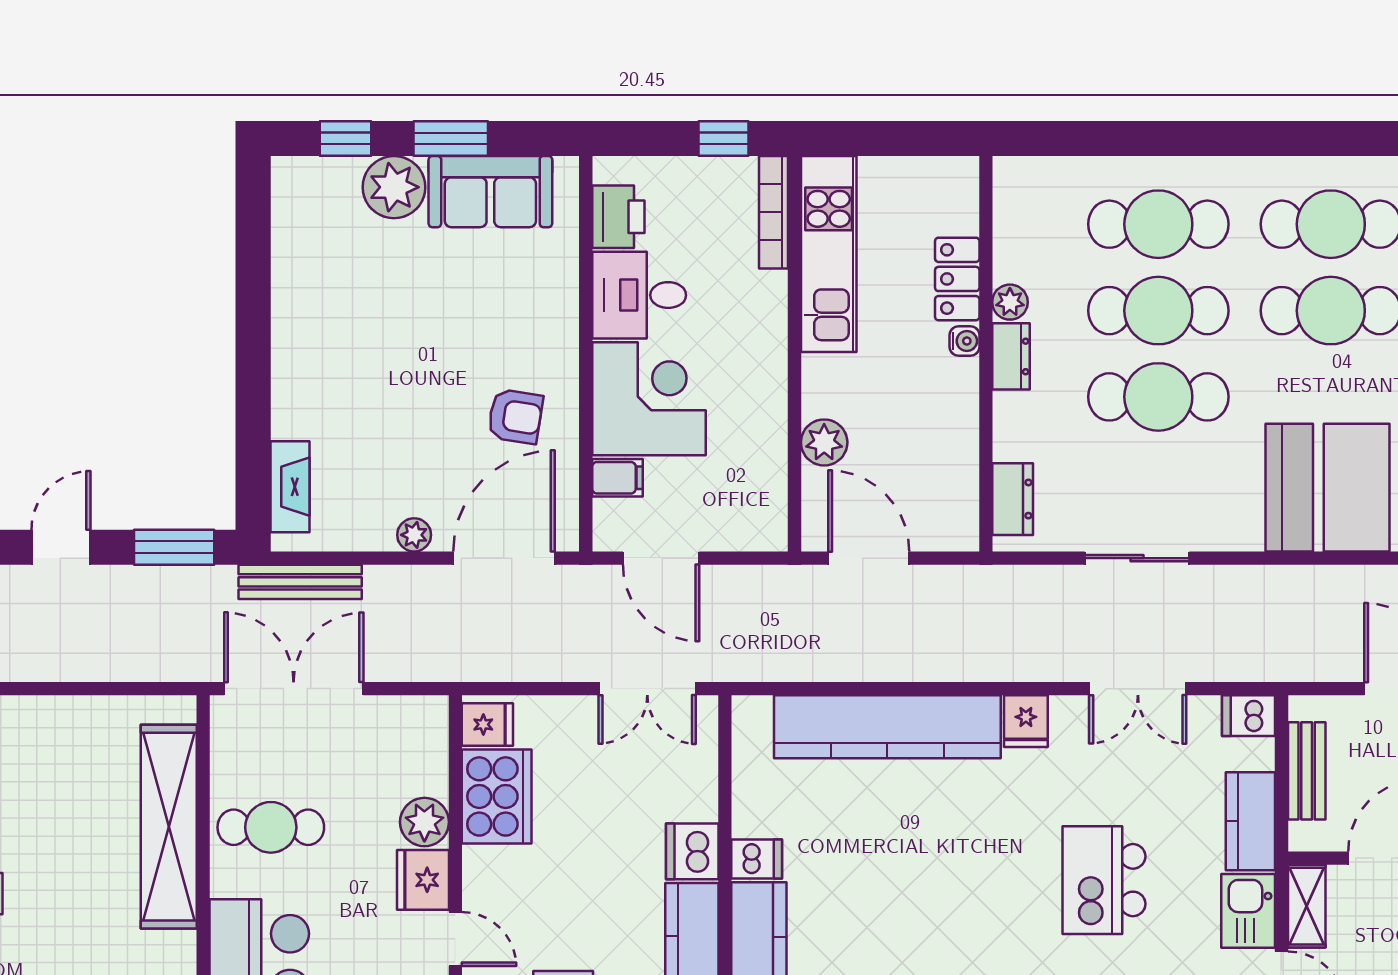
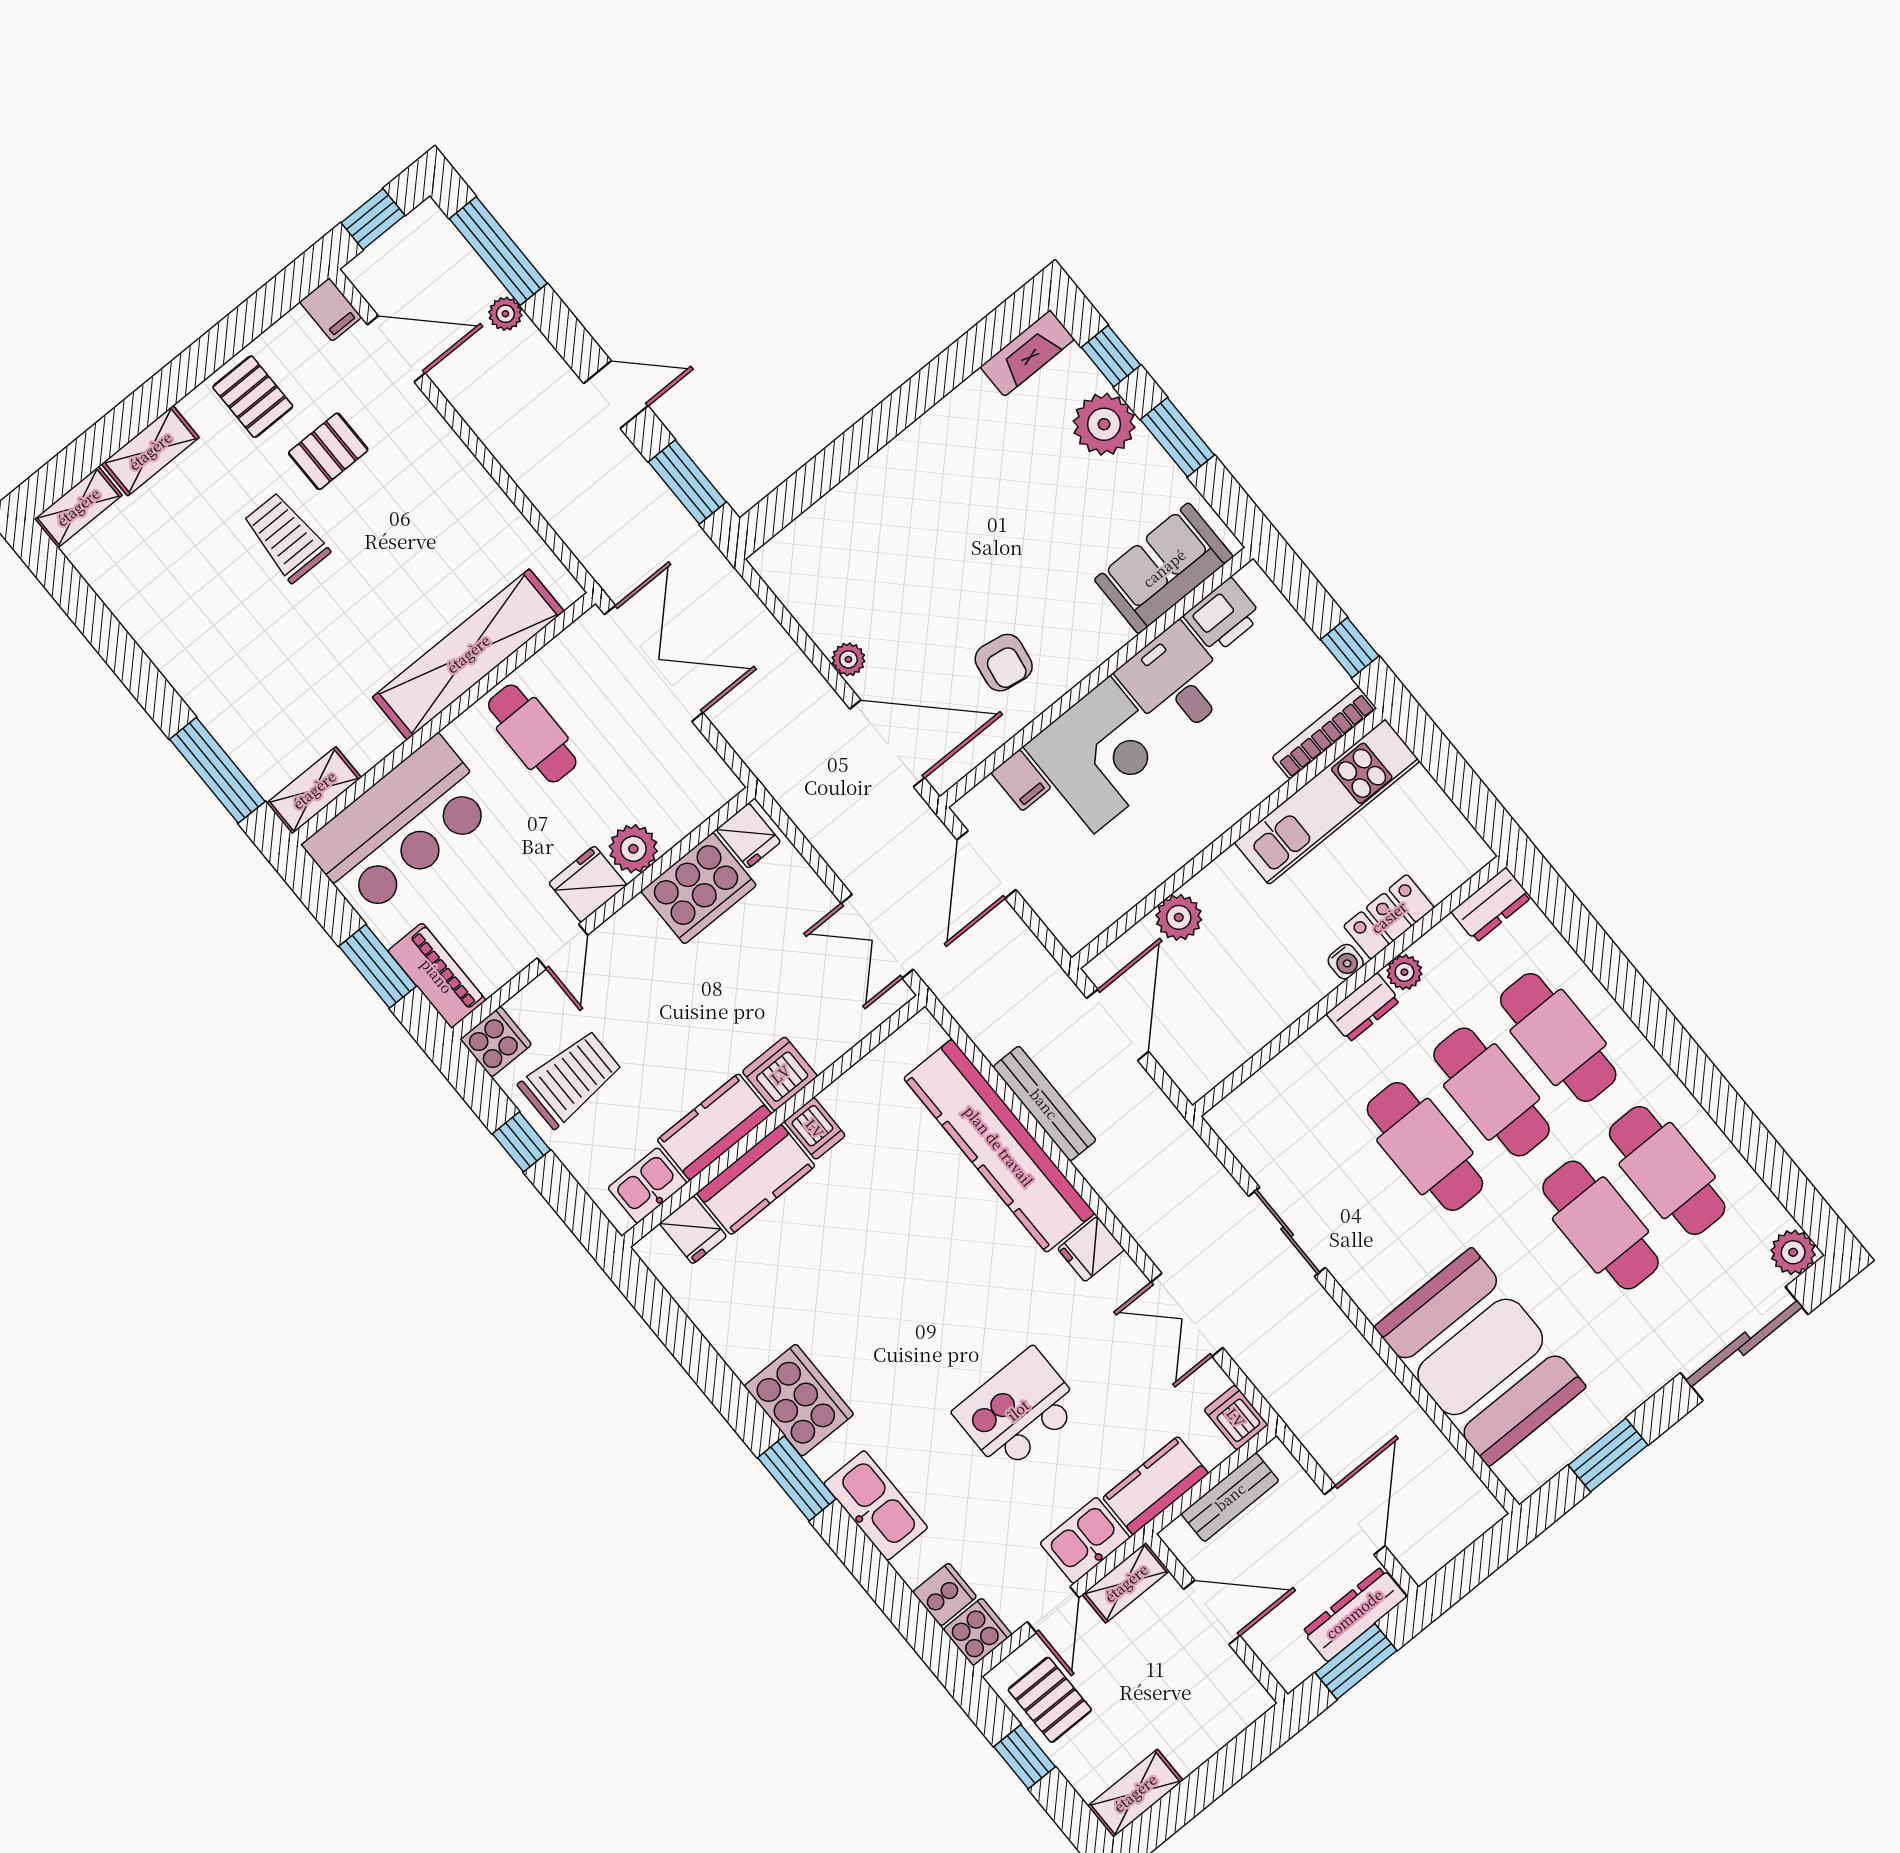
sofa: (490, 192) -> (1164, 568), moved, turned 90
fireplace: (290, 487) -> (1027, 353), moved
dresser: (1013, 499) -> (1491, 905), moved
bench: (300, 582) -> (1044, 1104), moved

